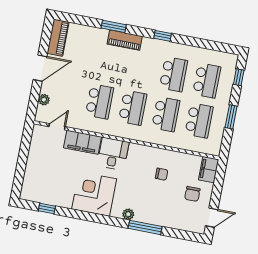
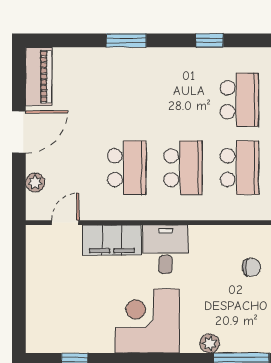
piano: (125, 40) -> (149, 60), removed

